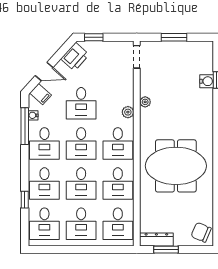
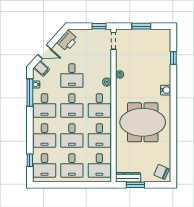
window: (94, 37) -> (99, 26), moved
water cooler: (207, 81) -> (166, 90), moved
window: (25, 200) -> (30, 160), moved

